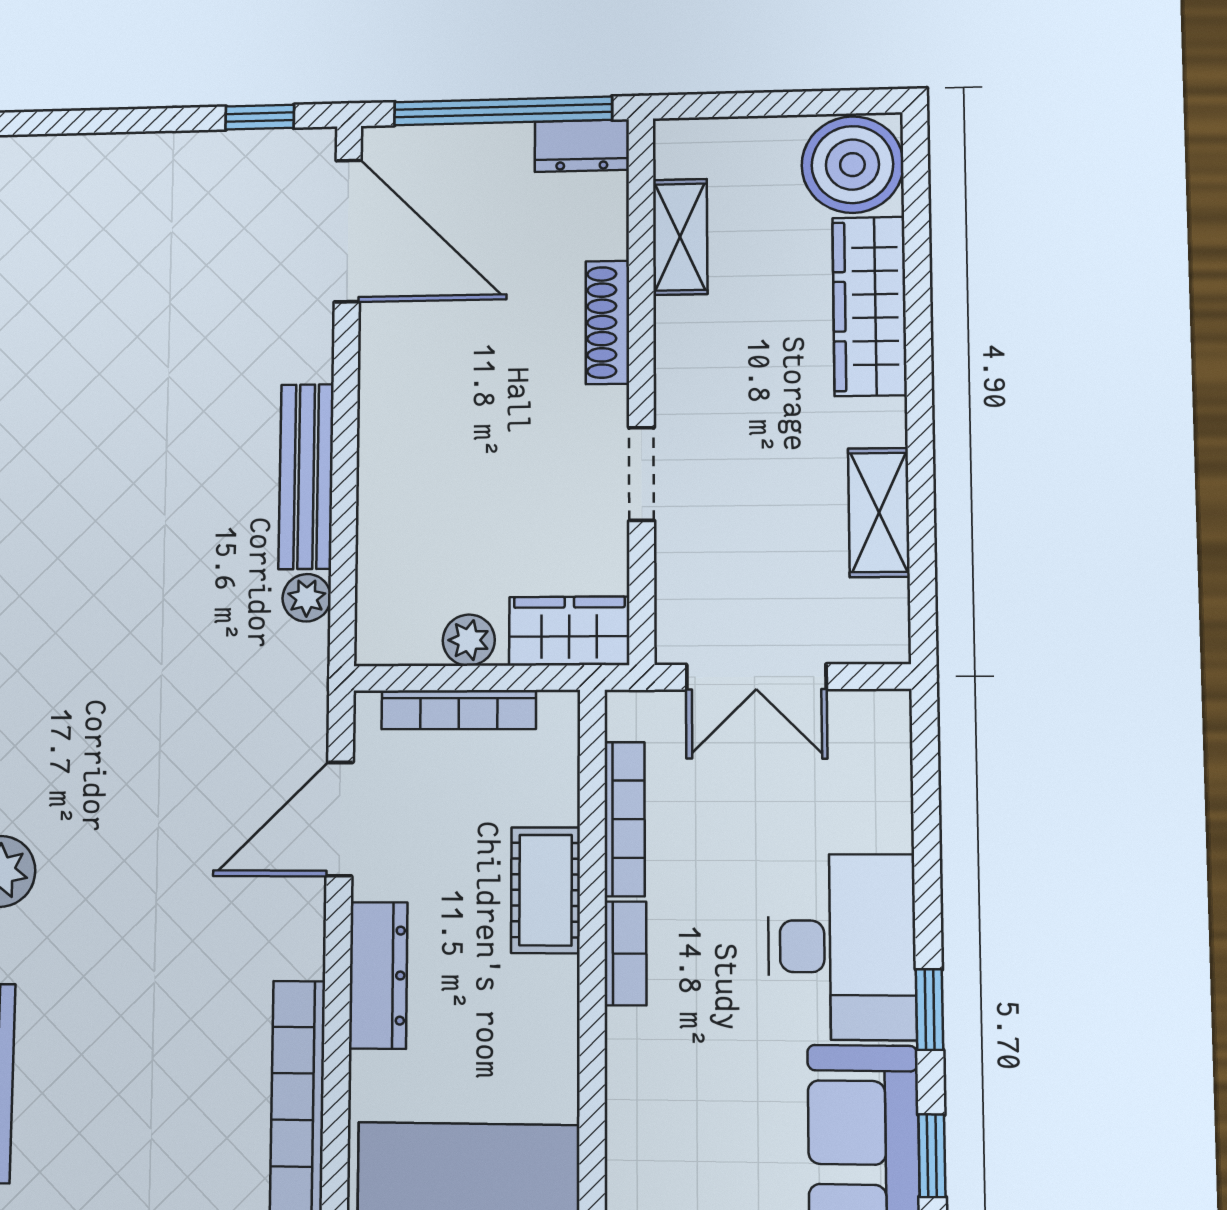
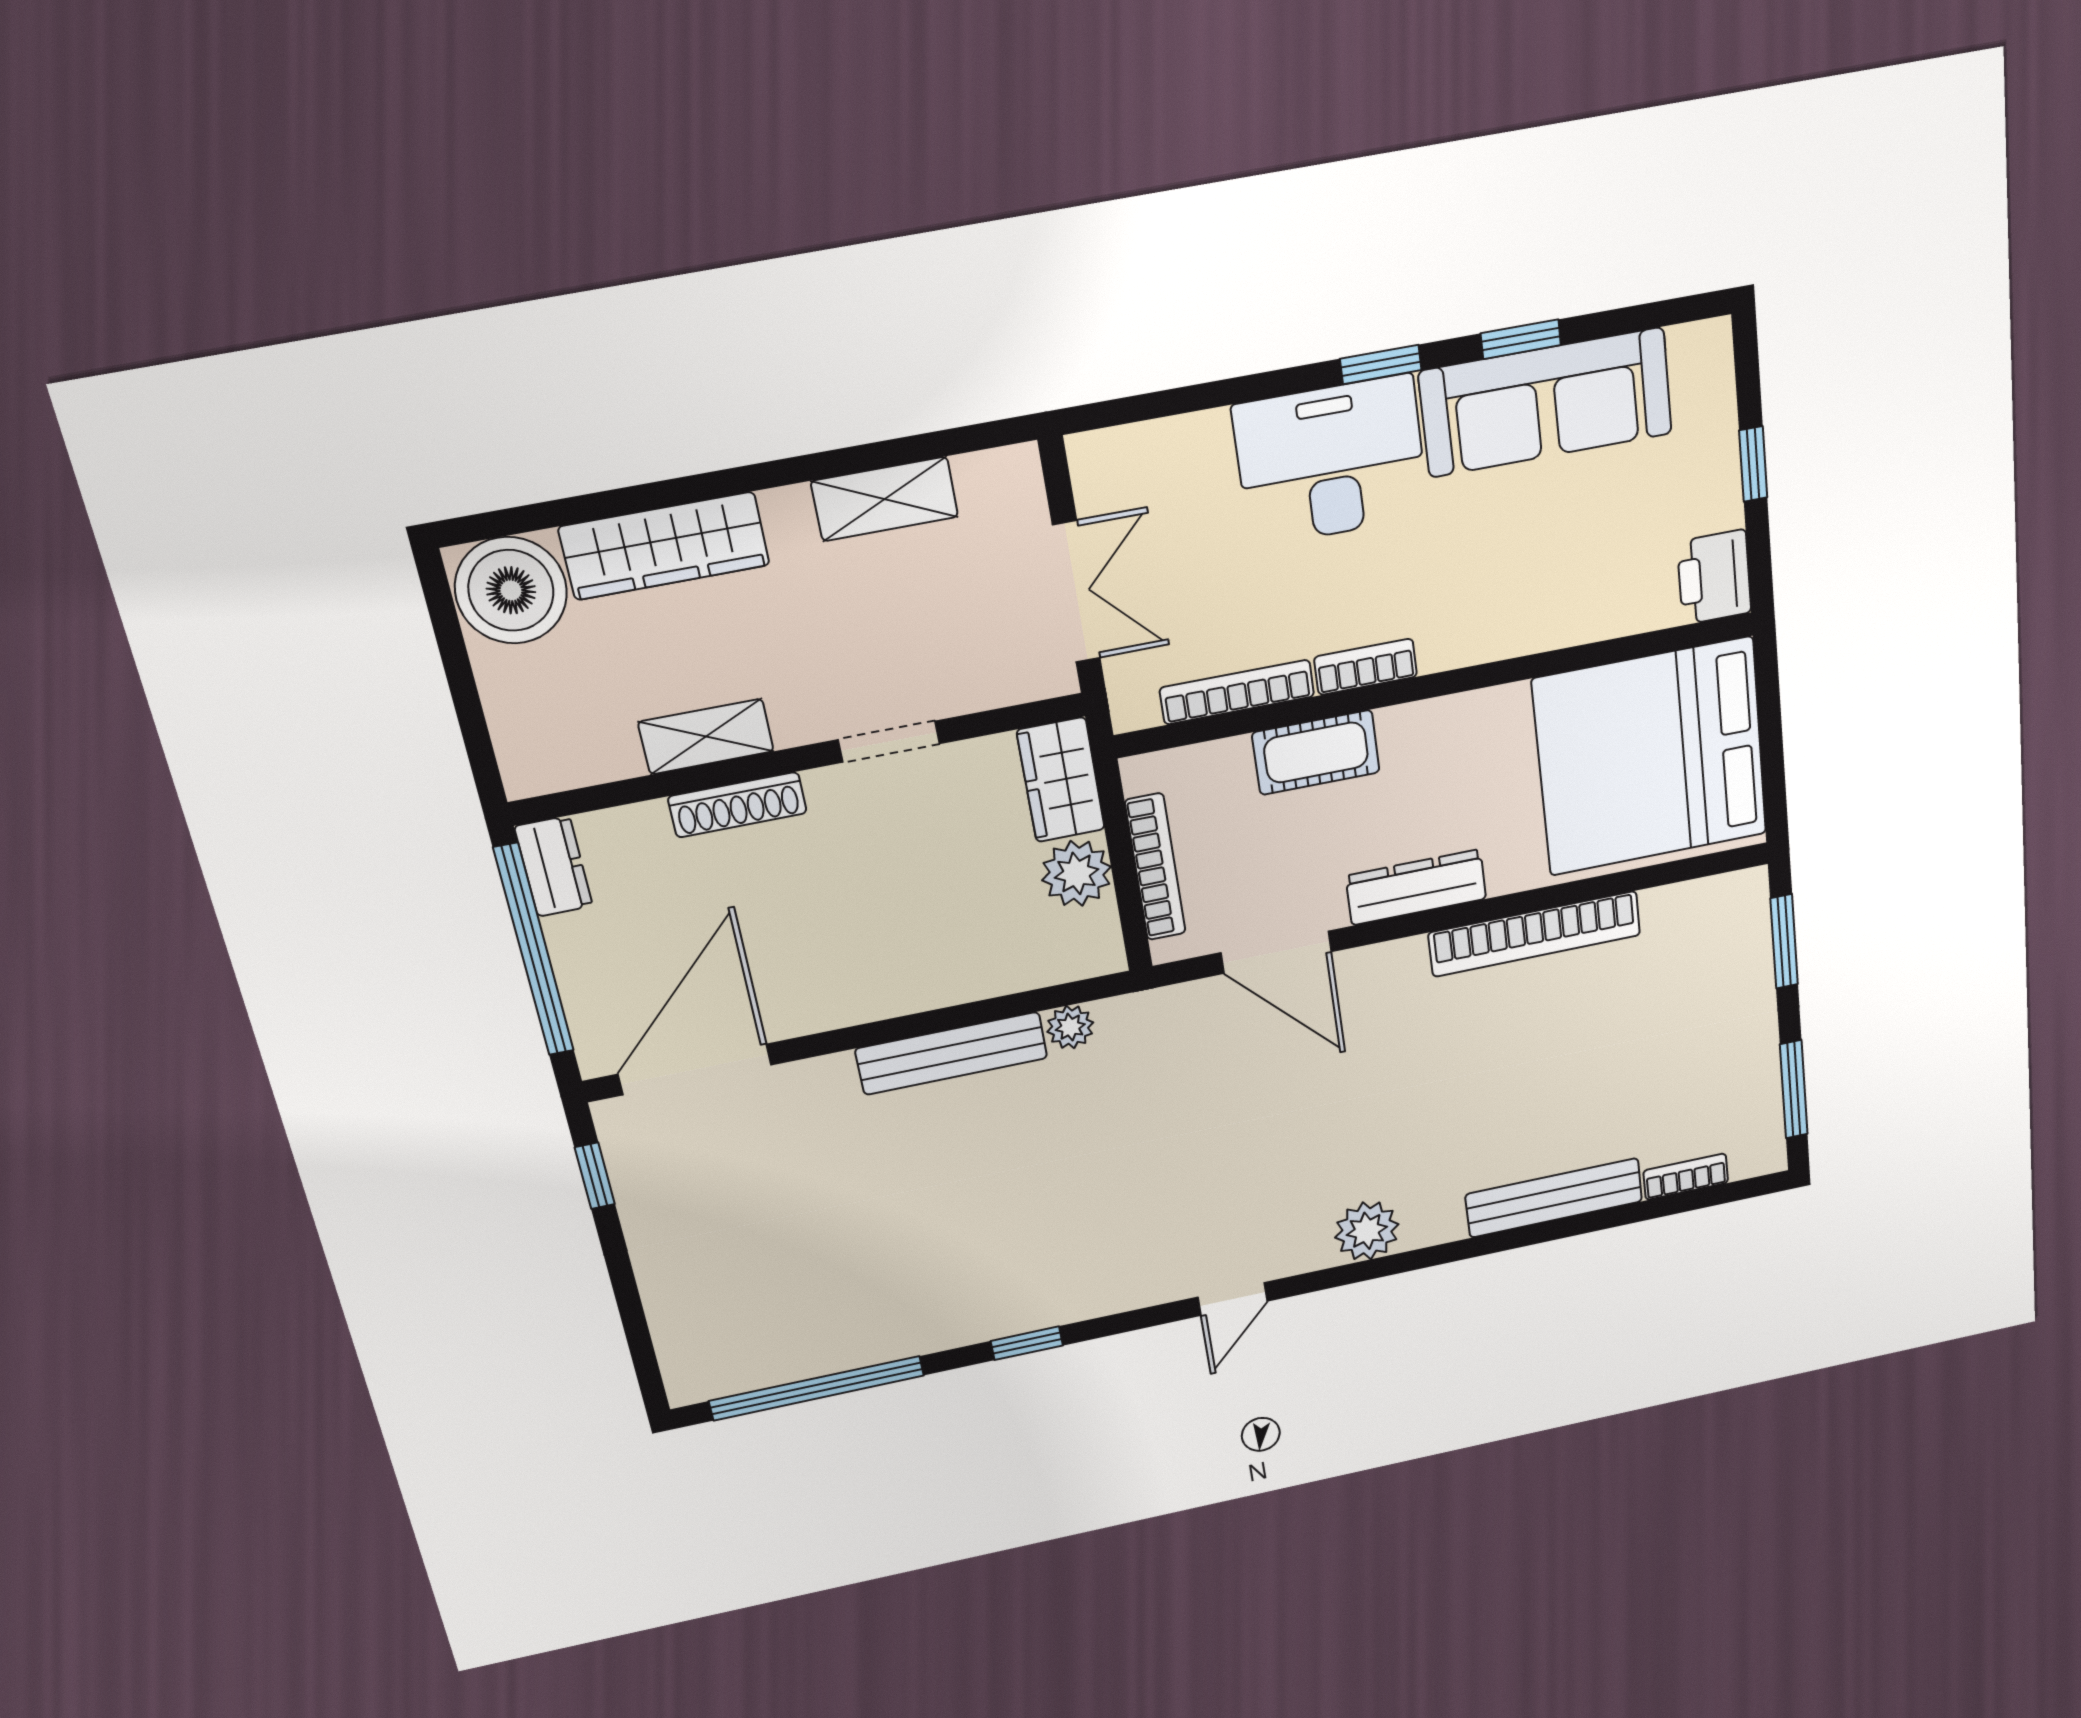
shelving: (680, 237) -> (706, 737), moved
plant: (469, 640) -> (1076, 873), width x1.38, depth x1.38

